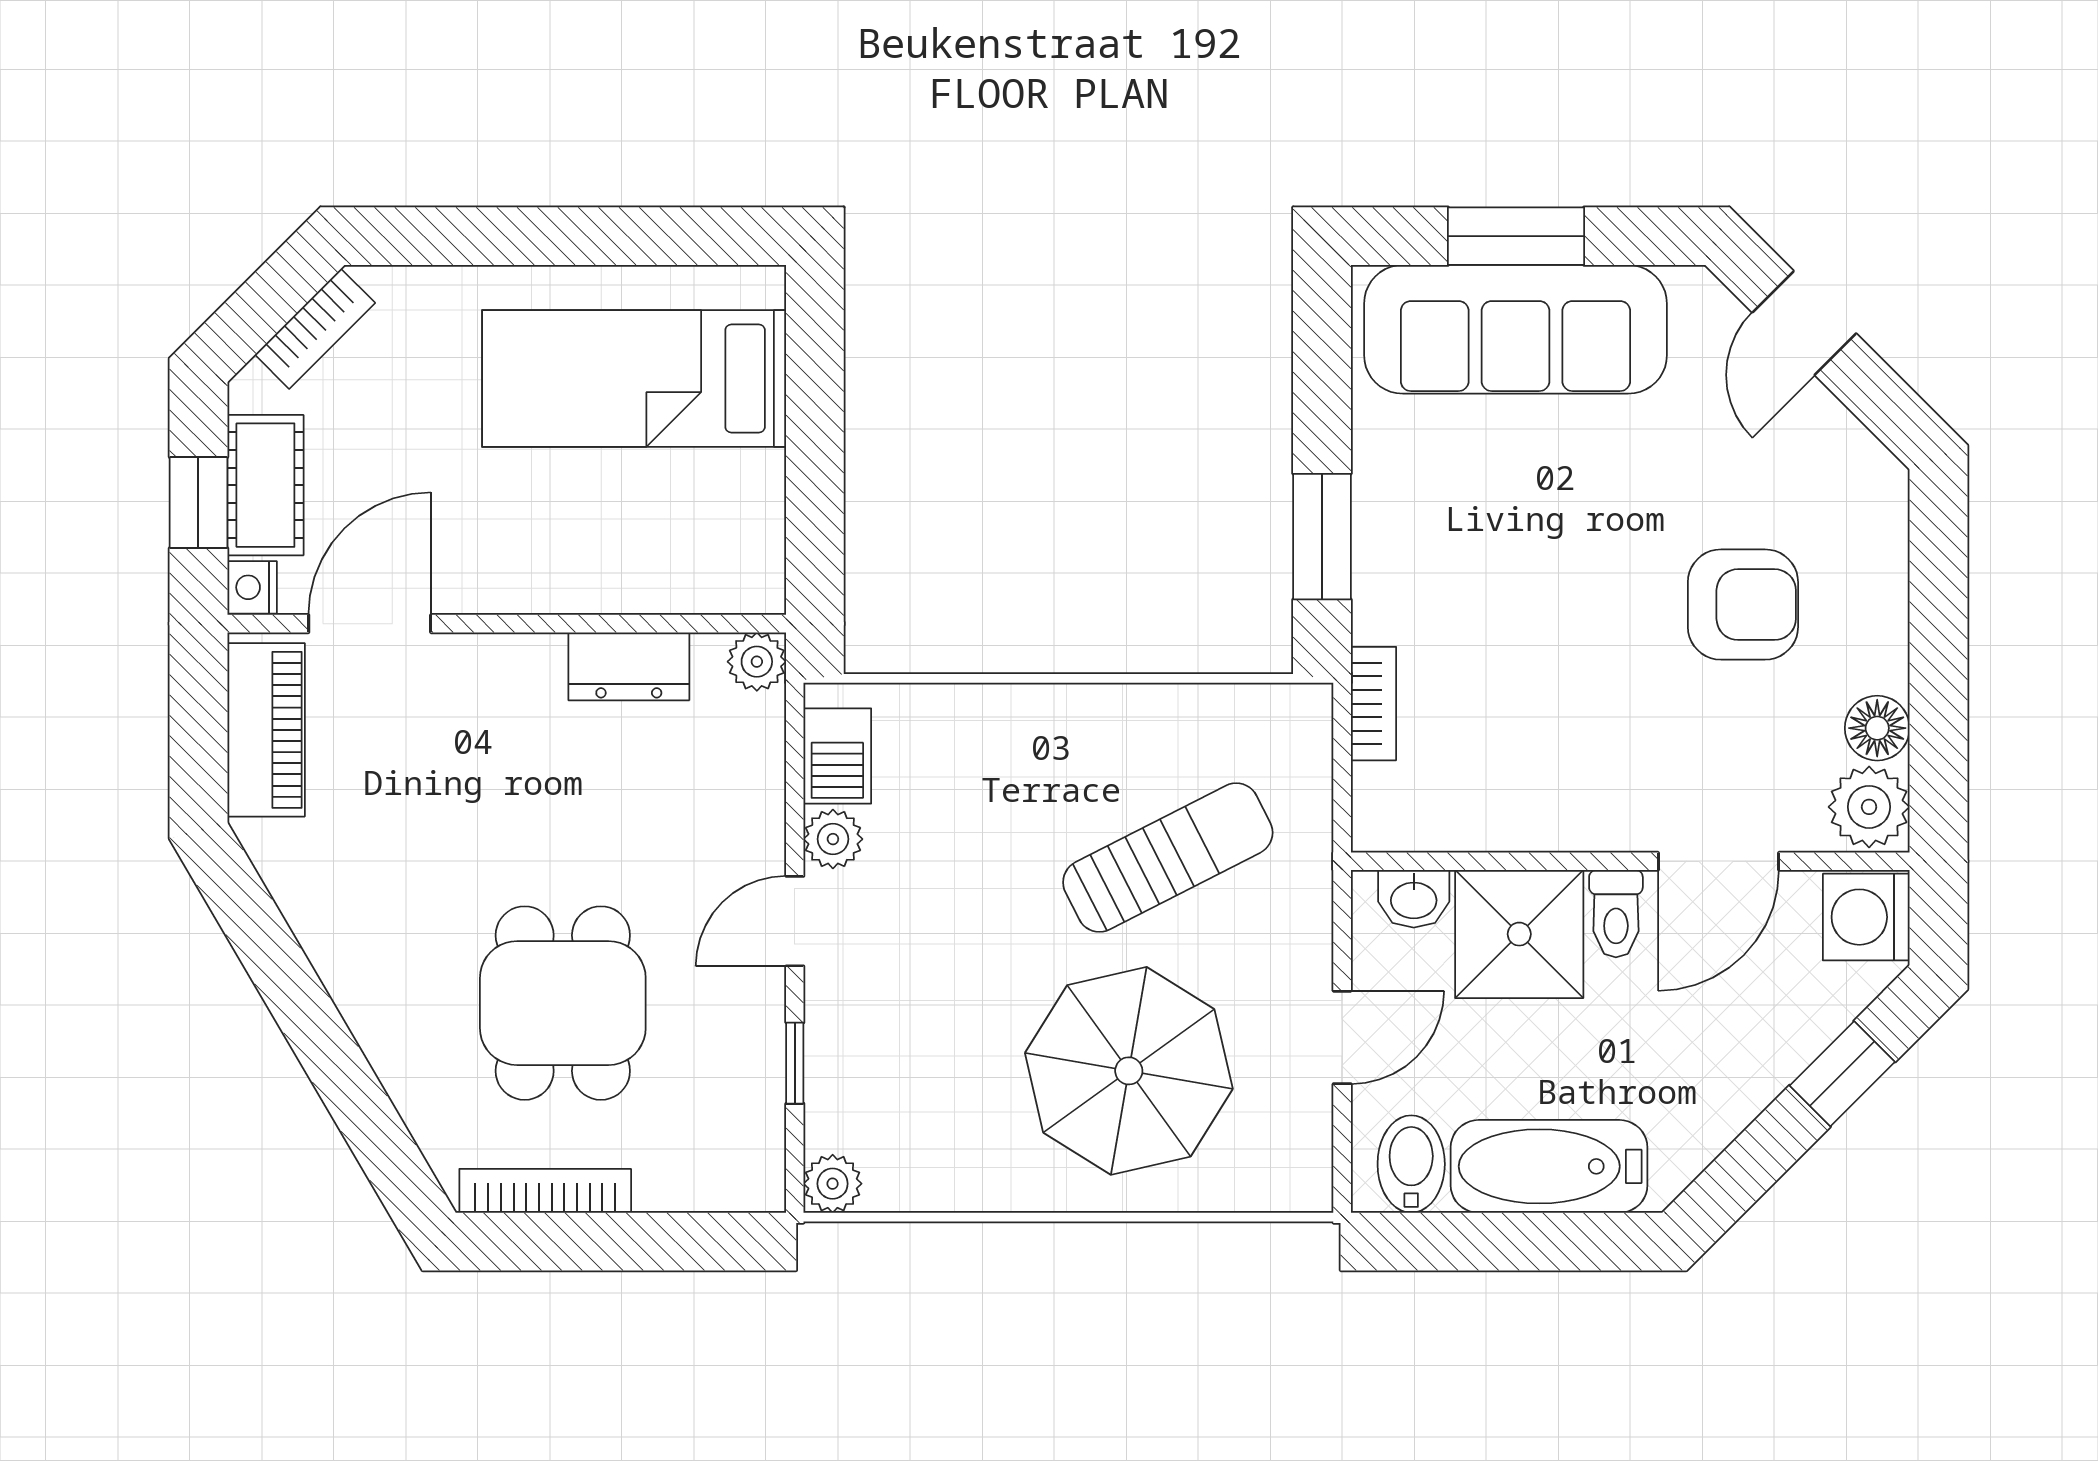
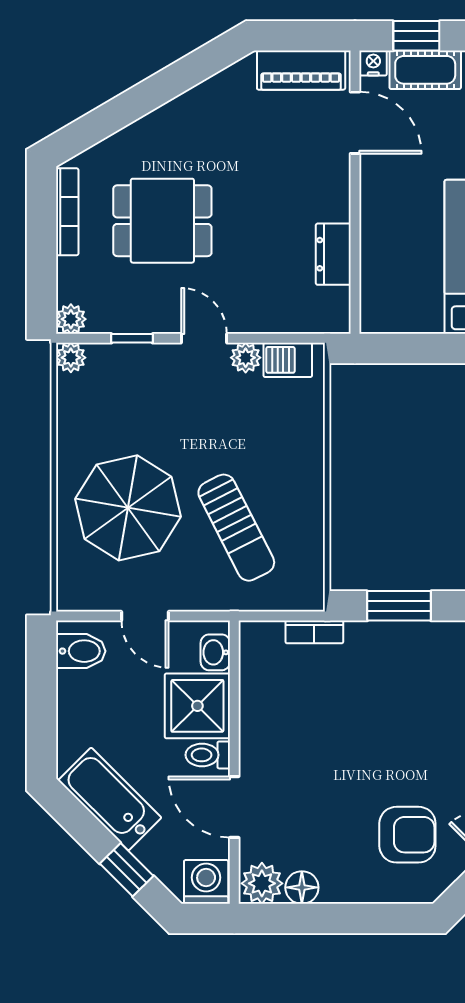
armchair: (1743, 605) -> (407, 835), moved, turned -90
plant: (757, 662) -> (71, 319), moved
bathtub: (1549, 1166) -> (110, 799), moved, turned -45

